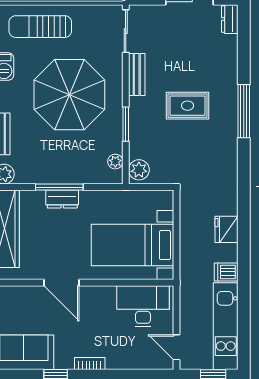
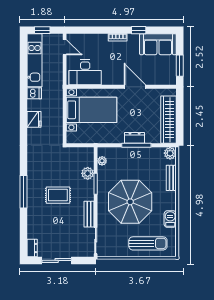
plant: (139, 170) -> (88, 173), moved

